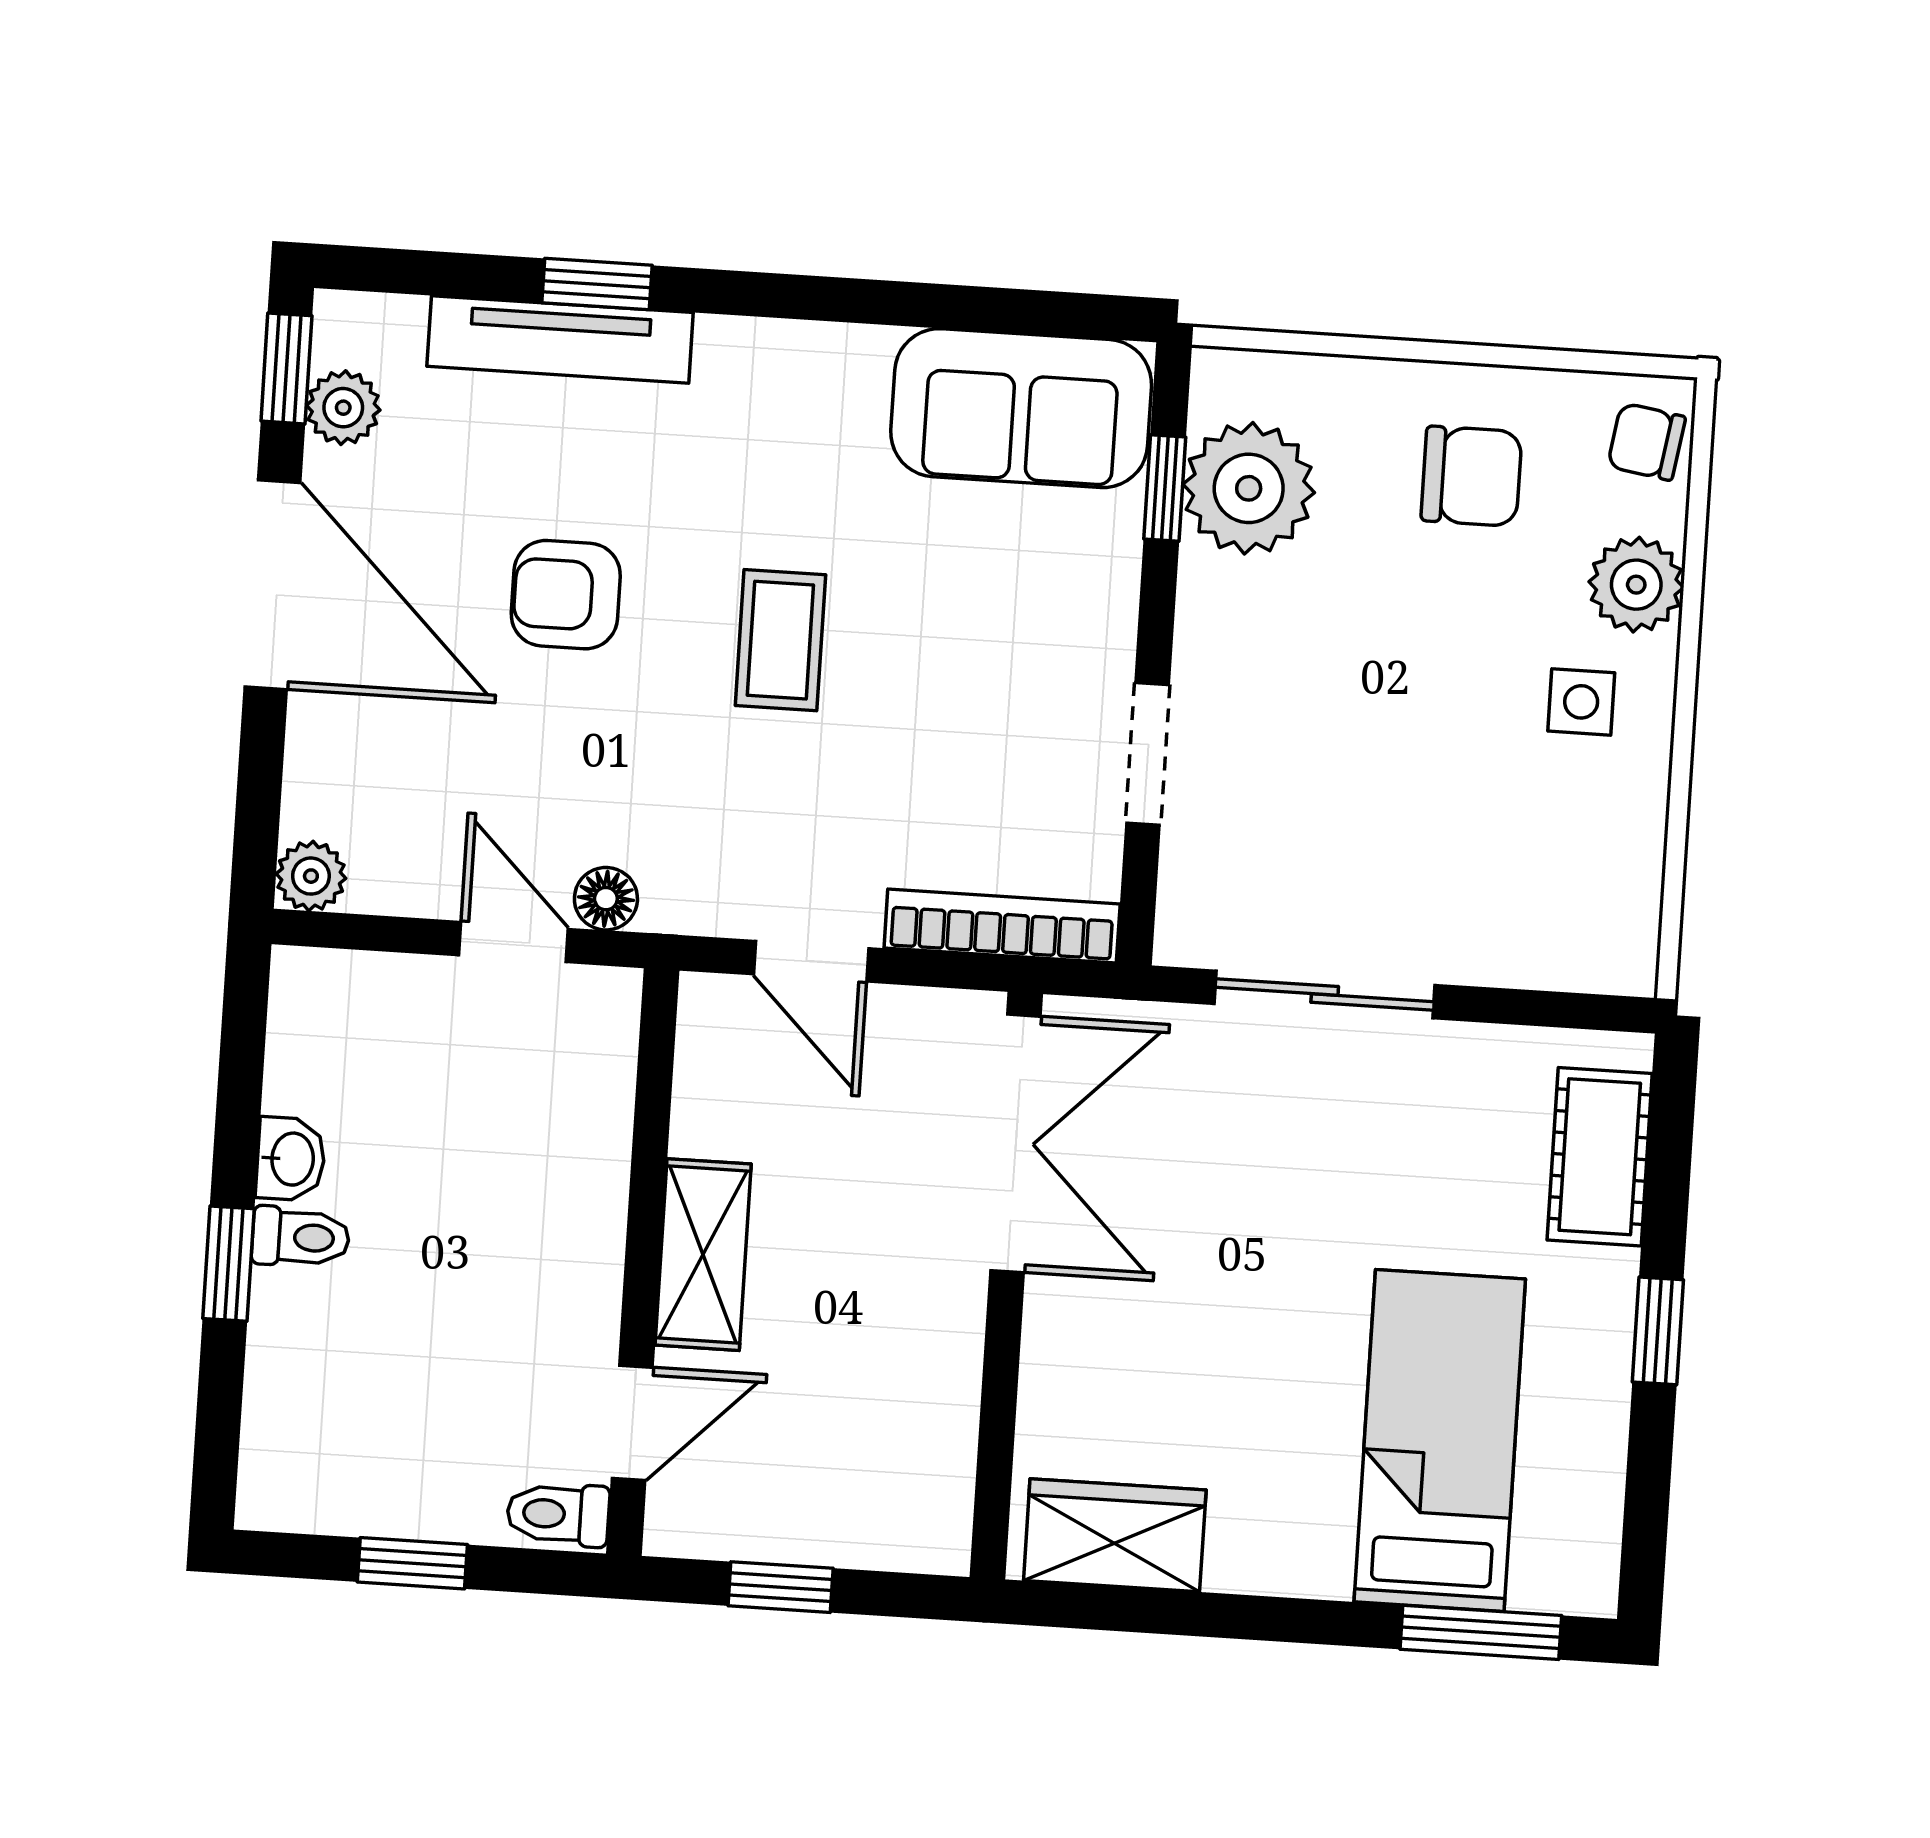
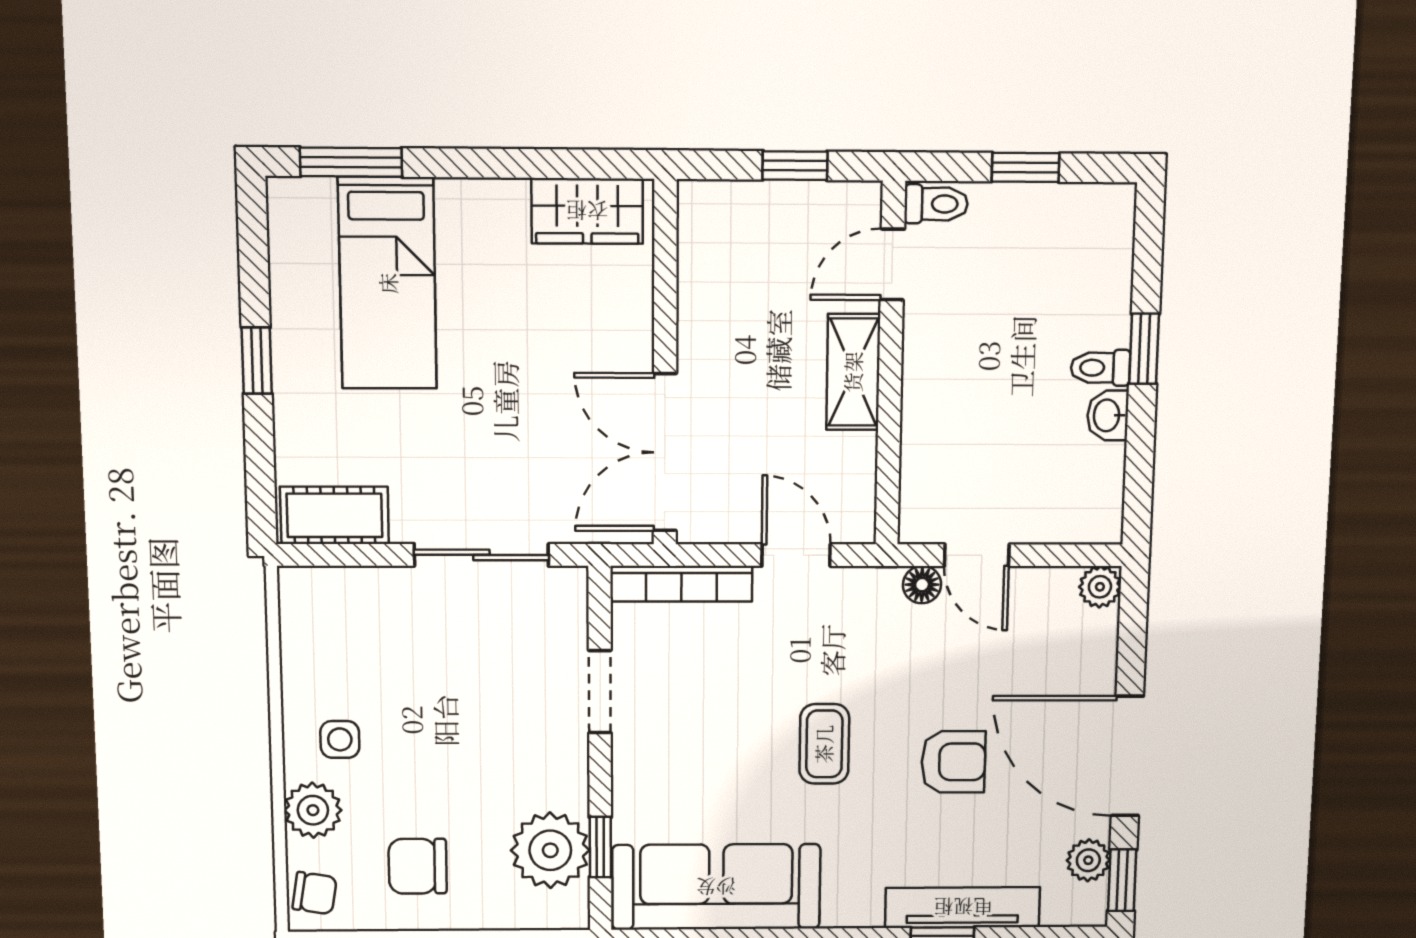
sofa: (1021, 408) -> (716, 887), width x1.36
cot: (1600, 1157) -> (335, 515), moved, turned 90

